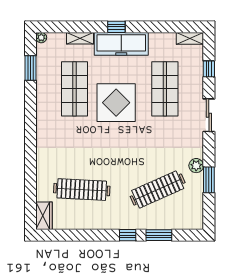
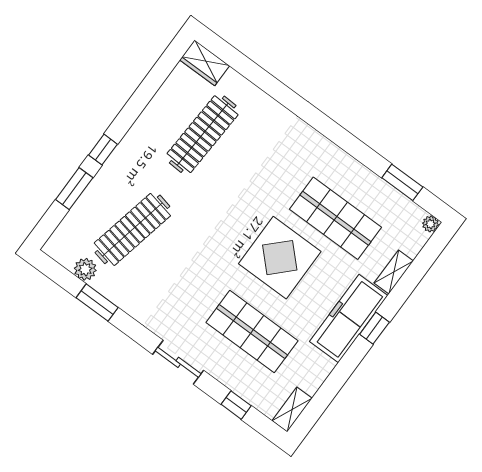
plant: (196, 166) -> (85, 269), moved
clothes rail: (158, 190) -> (132, 229), turned 36

